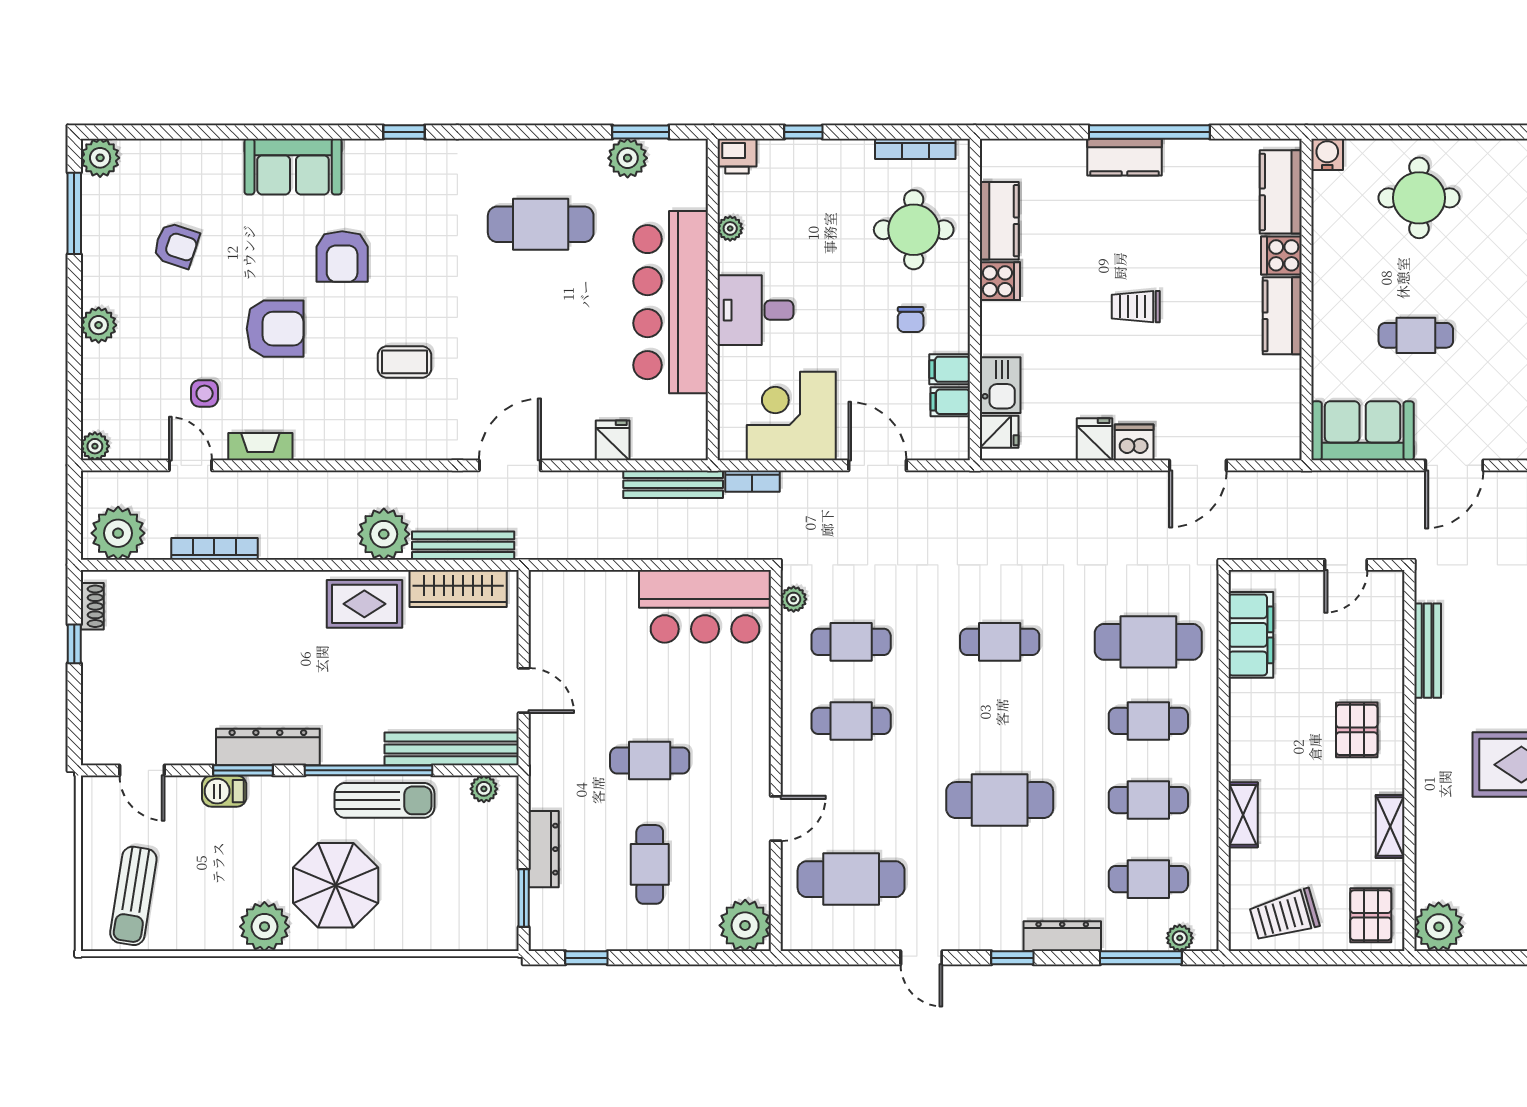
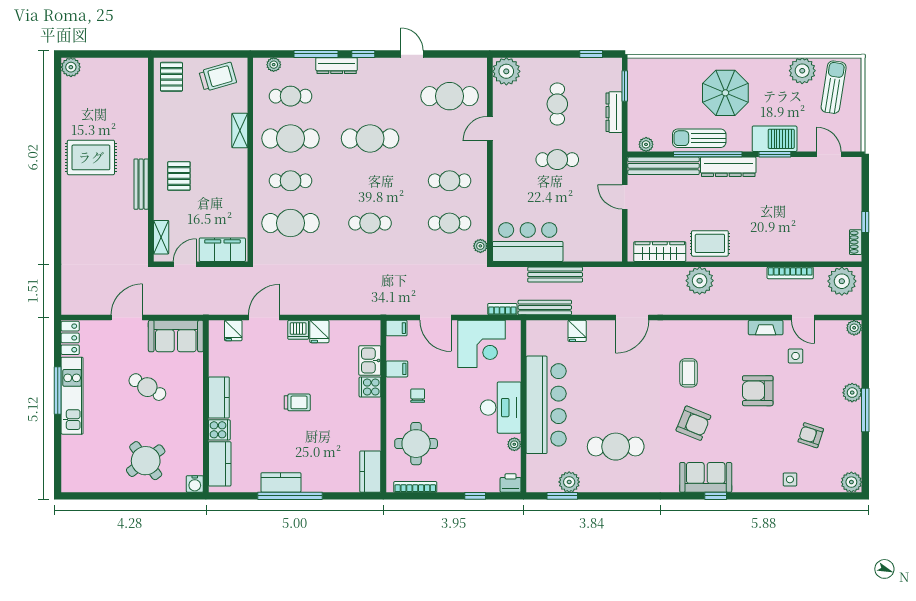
window: (404, 132) -> (716, 496), moved
kitchen counter: (1124, 157) -> (281, 482), moved
side table: (215, 163) -> (790, 479), added
sofa: (293, 167) -> (706, 477), moved
round table: (1419, 198) -> (146, 461), turned -37
window: (74, 213) -> (865, 410), moved
kitchen counter: (999, 221) -> (370, 472), moved
armchair: (342, 257) -> (693, 423), moved, turned 112
cooker: (1000, 281) -> (370, 387), moved
desk: (755, 310) -> (501, 408), width x1.37
cafe table: (1416, 335) -> (147, 387), turned 30
coffee table: (404, 362) -> (689, 373), turned 90
filing cabinet: (950, 402) -> (396, 328), moved
fridge: (999, 432) -> (233, 331), moved, turned -90
bench: (463, 546) -> (555, 275), moved
filing cabinet: (1251, 635) -> (222, 250), moved, turned 90
bench: (1428, 651) -> (141, 184), moved
dresser: (268, 747) -> (728, 167), moved
barbecue: (224, 791) -> (775, 139), width x1.88, depth x1.53
cafe table: (1148, 800) -> (291, 138), width x1.37, depth x1.35
shelving: (1390, 827) -> (161, 237), moved
plant: (264, 927) -> (802, 71), moved
plant: (1439, 927) -> (135, 71), removed
window: (1141, 958) -> (316, 54), moved

